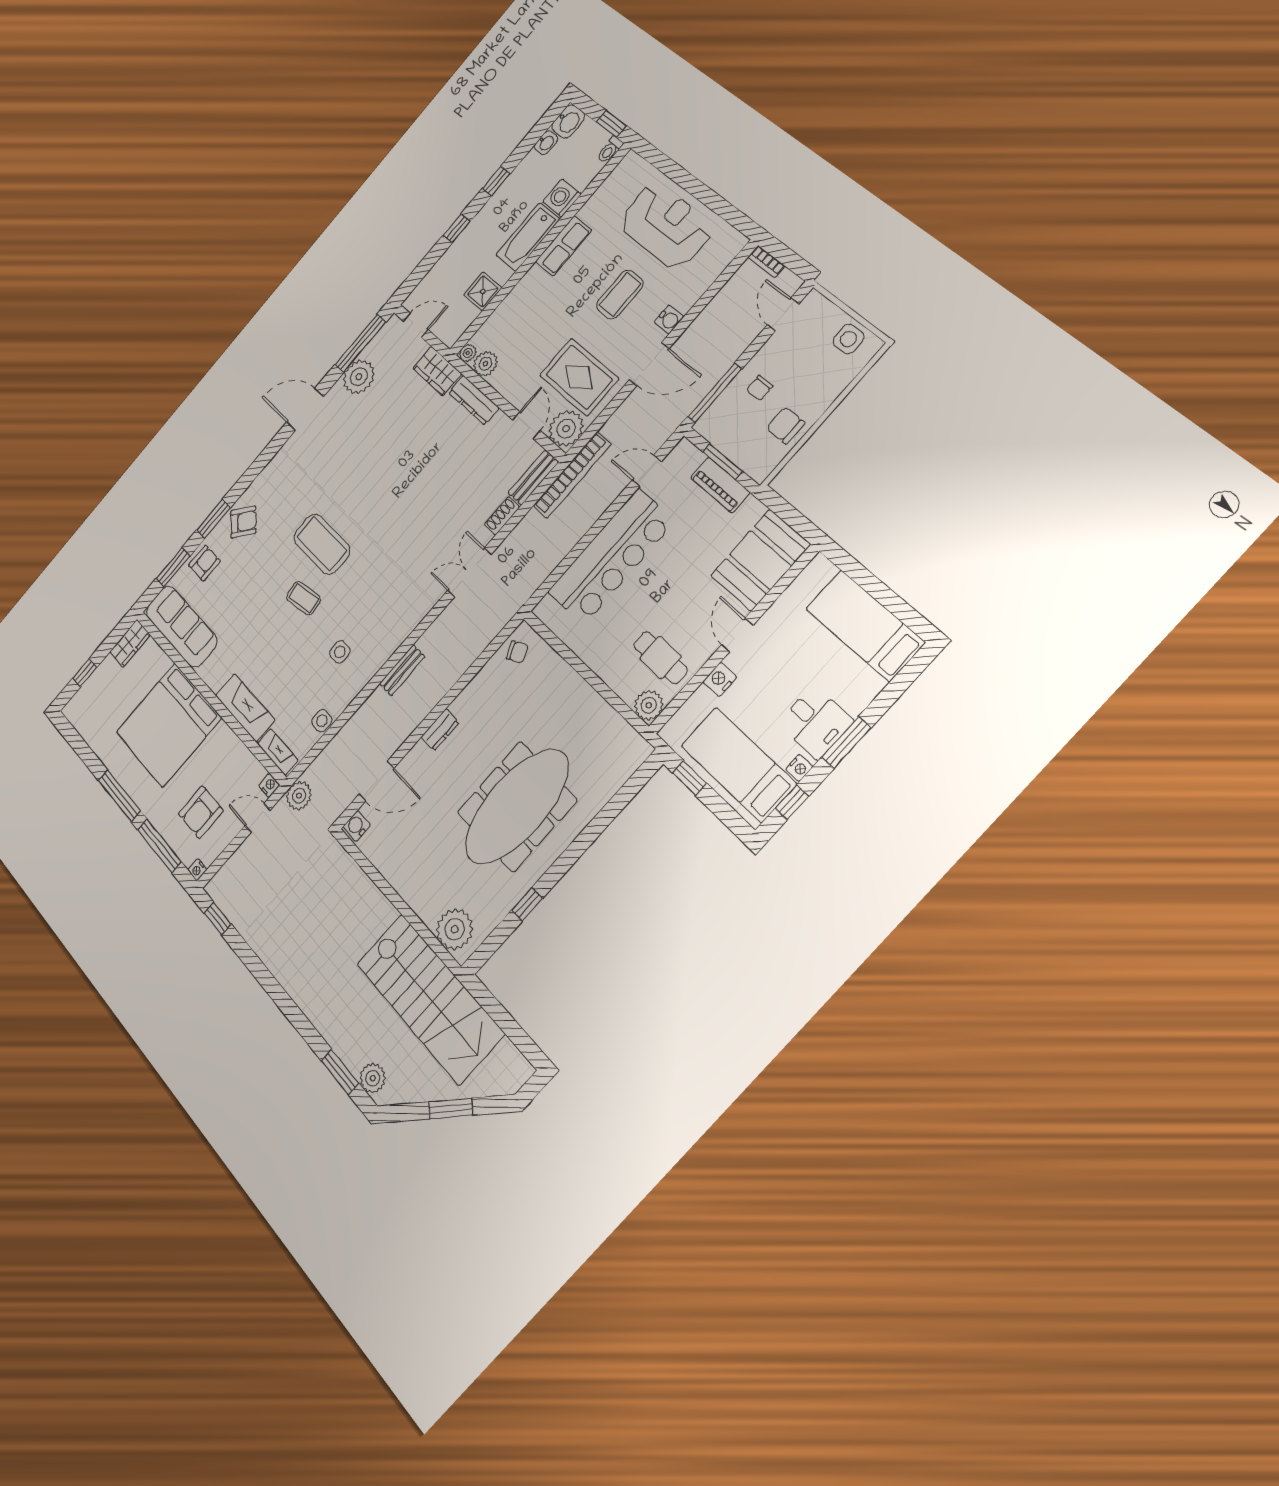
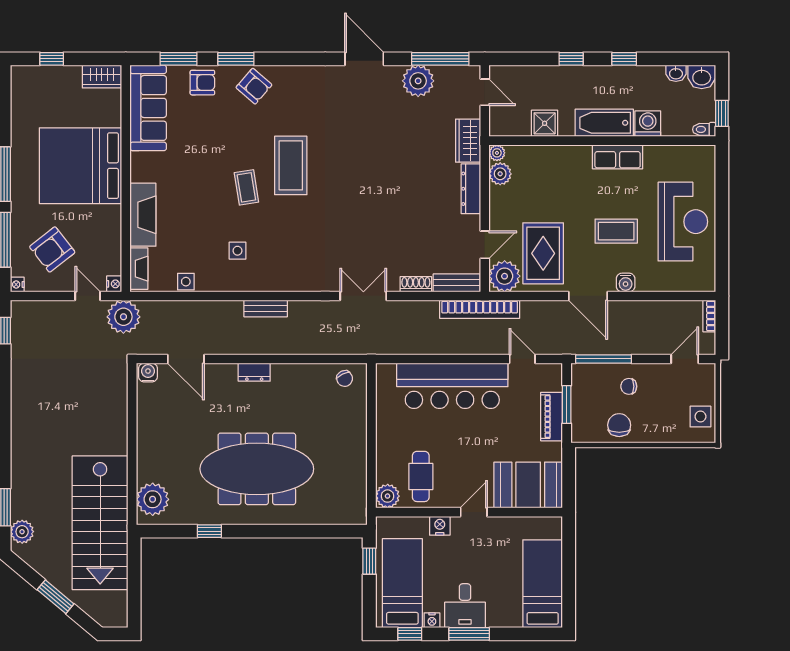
plant: (299, 796) -> (123, 317), width x1.36, depth x1.36
armchair: (201, 812) -> (52, 249), turned -38

